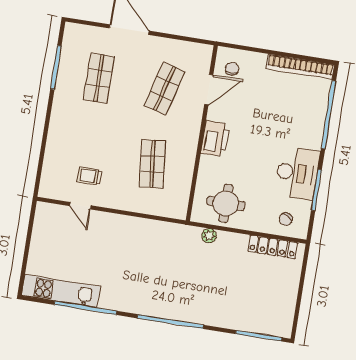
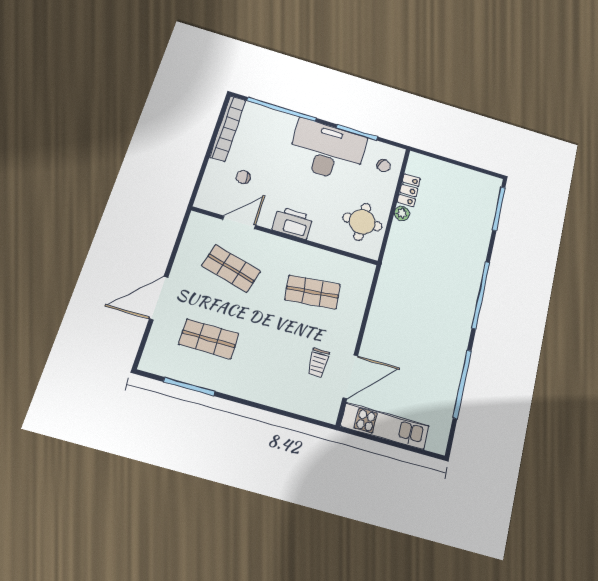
chair: (232, 69) -> (243, 177), moved
door: (209, 90) -> (239, 222), hinge flipped
desk: (297, 173) -> (327, 151), width x1.36, depth x1.30
door: (80, 206) -> (350, 377), width x1.88
plant: (209, 236) -> (402, 213), moved
locker: (273, 247) -> (409, 190), width x0.66
kitchen unit: (61, 291) -> (385, 426), moved, turned 90

